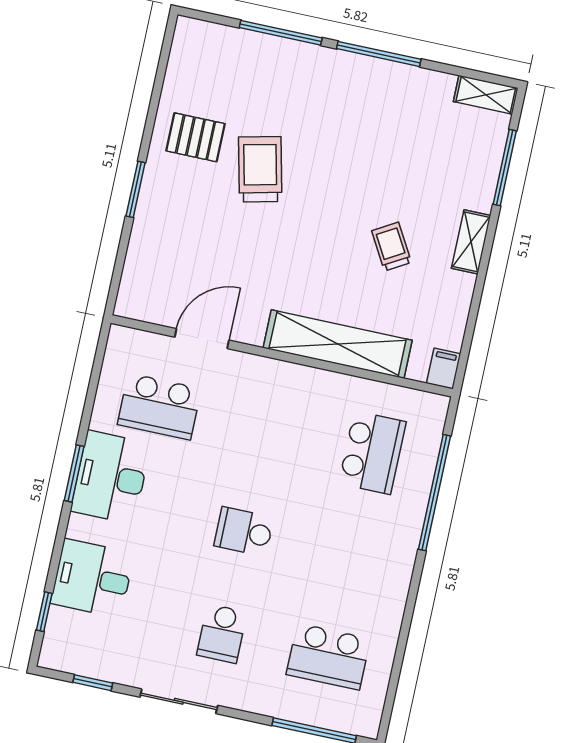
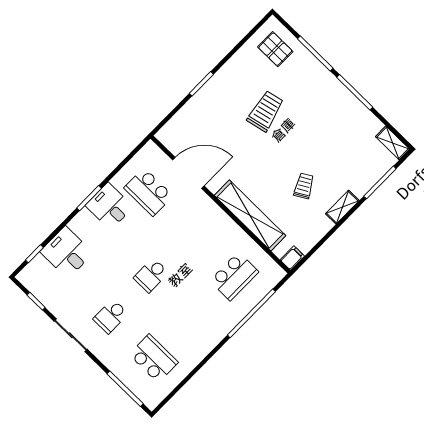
pallet: (195, 137) -> (275, 49), moved
door: (202, 339) -> (188, 173), width x1.36
desk: (111, 477) -> (109, 206), width x0.73
school desk: (244, 532) -> (151, 275), turned -90
school desk: (328, 657) -> (154, 358), turned 180

